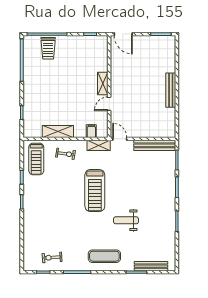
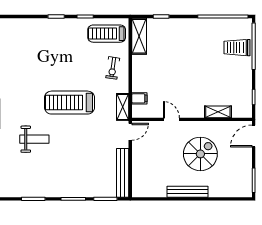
spiral stairs: (139, 79) -> (200, 154), added
shelving: (103, 83) -> (218, 112), moved
shelving: (58, 131) -> (139, 36), moved
weight bench: (126, 220) -> (34, 139), turned 90

